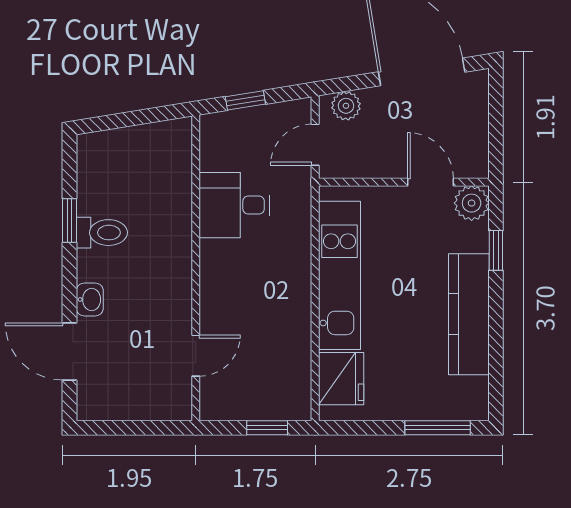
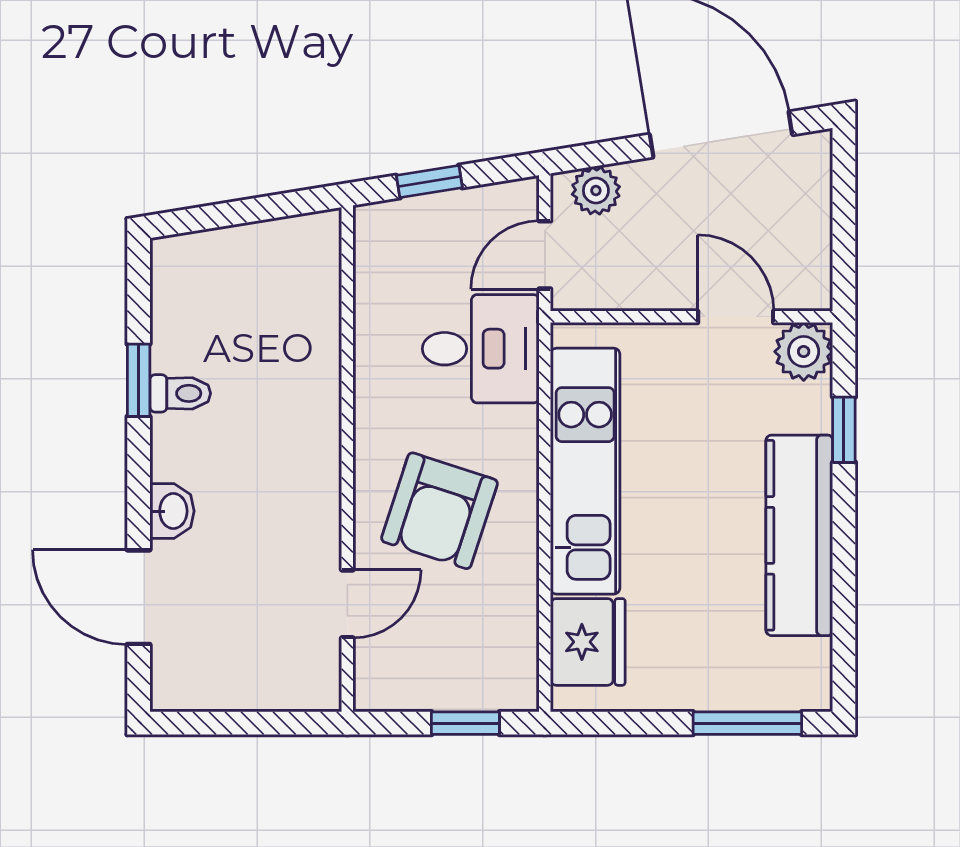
desk: (234, 205) -> (481, 349), moved, turned 180
toilet: (102, 233) -> (180, 393), width x0.73, depth x0.72
armchair: (251, 299) -> (439, 511), added

